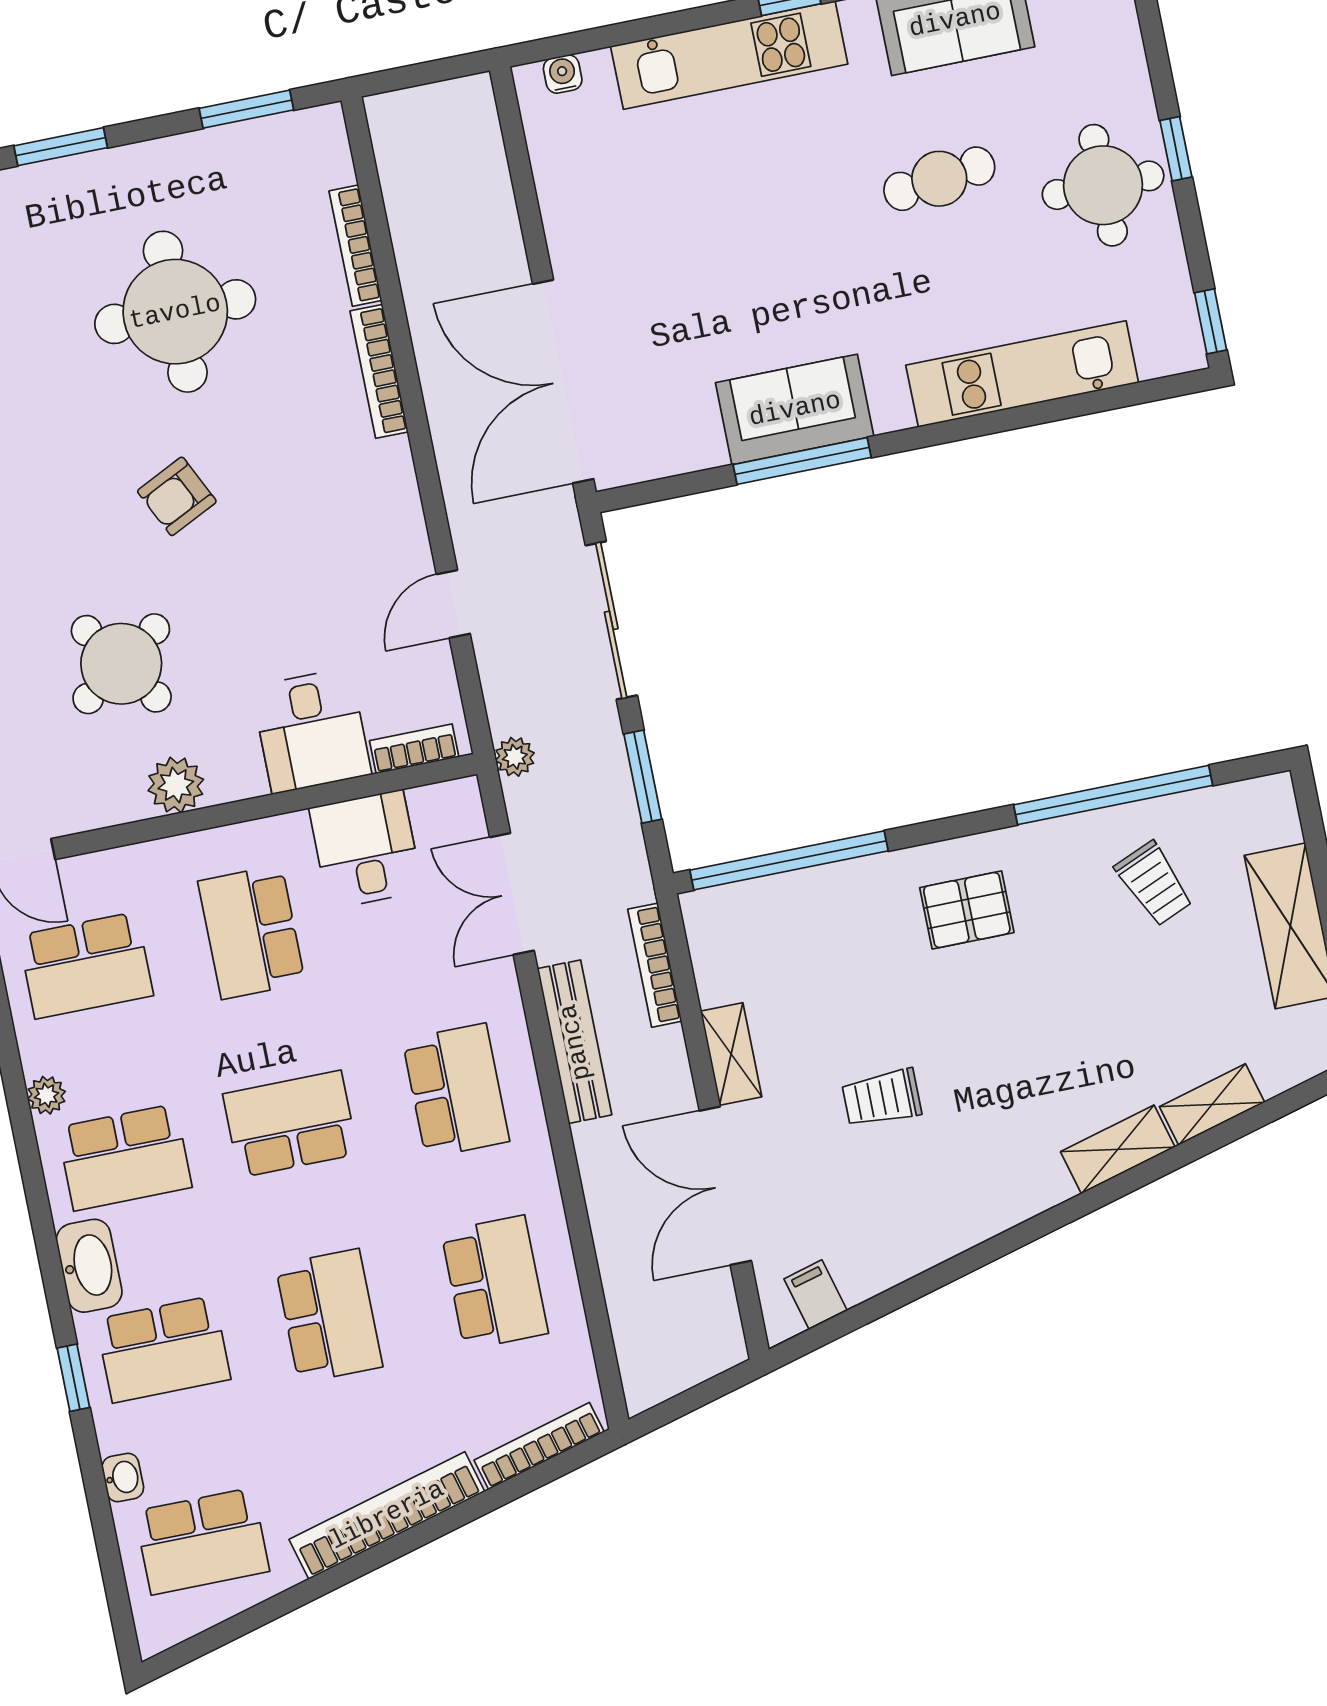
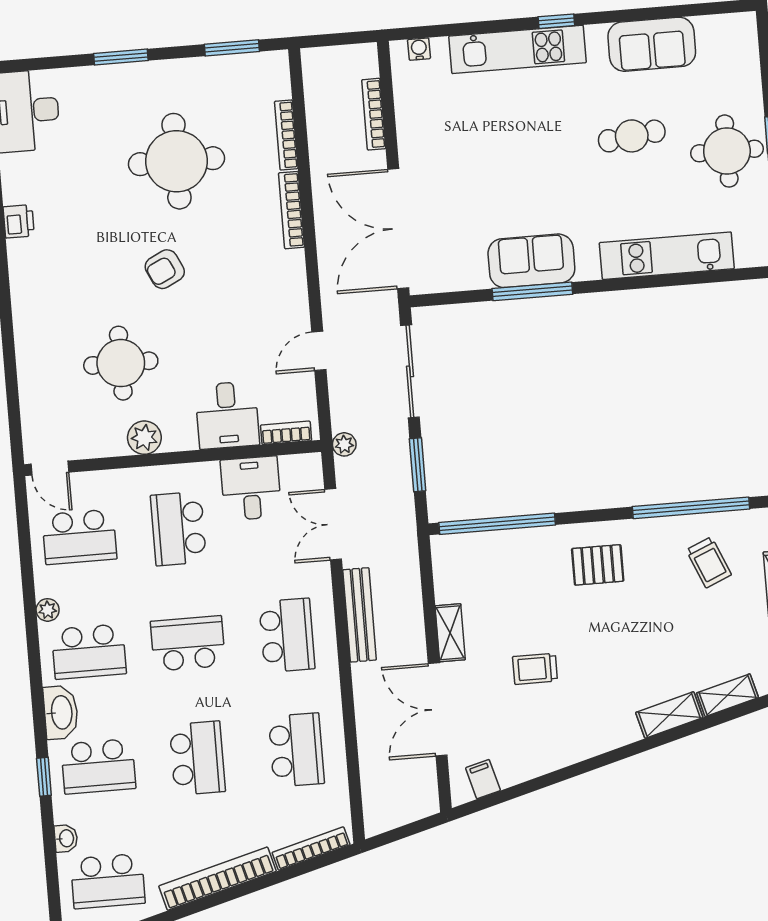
round table: (121, 664) -> (121, 363), turned 35
bookcase: (655, 965) -> (374, 114), moved

